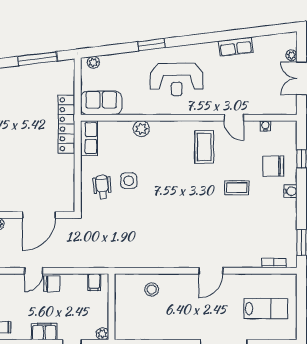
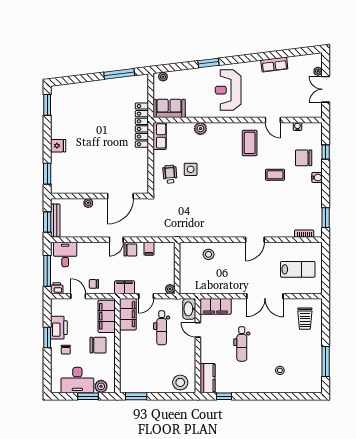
reception desk: (177, 79) -> (228, 90), turned 90
filing cabinet: (94, 282) -> (149, 249), moved

